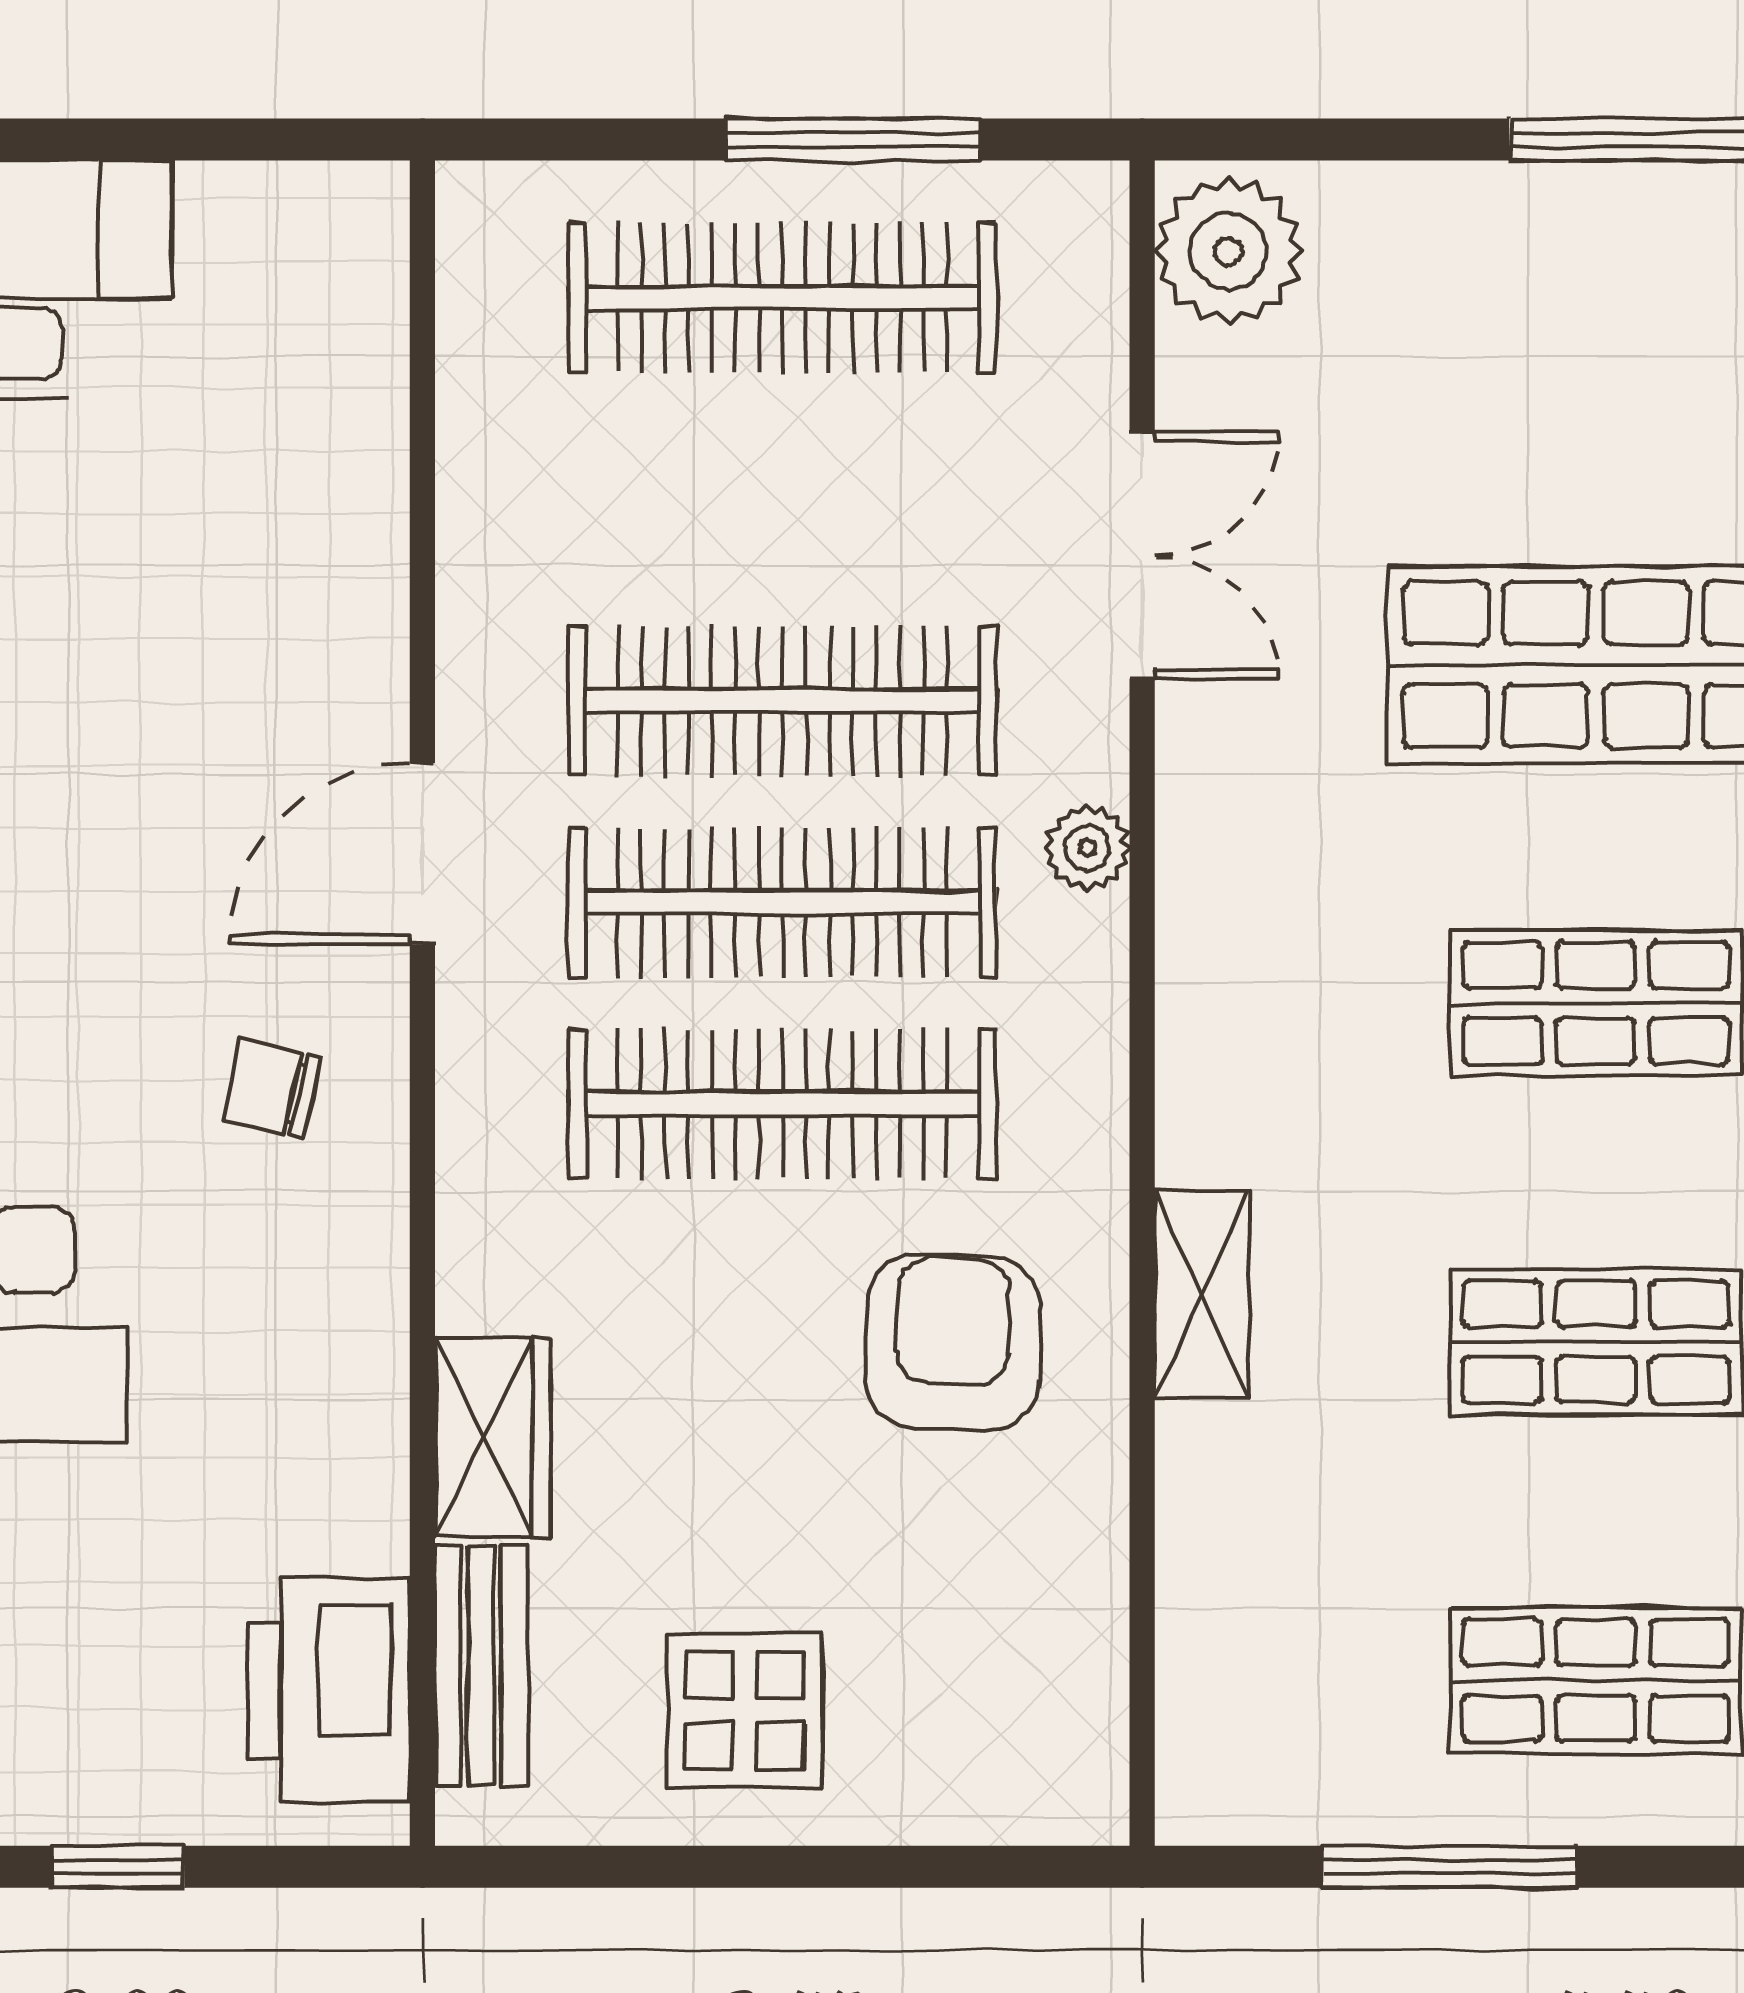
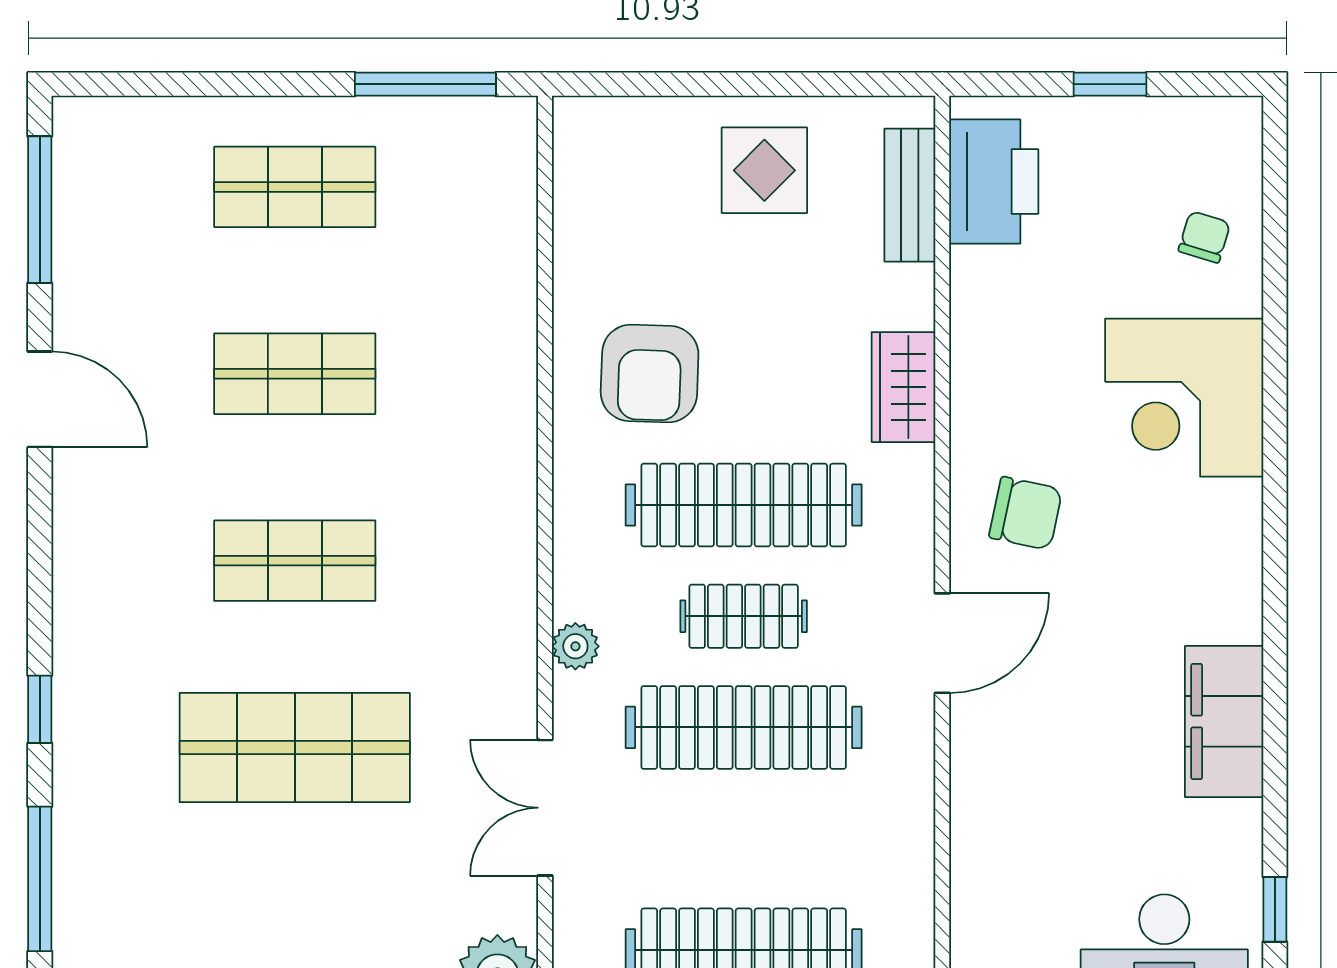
clothes rail: (782, 902) -> (744, 616), width x0.54, depth x0.76
chair: (271, 1089) -> (1026, 513), width x1.37, depth x1.37
shelving: (1202, 1295) -> (512, 400), removed
wardrobe: (493, 1437) -> (903, 387), moved
window: (1449, 1867) -> (425, 84), moved

